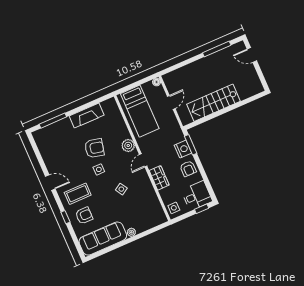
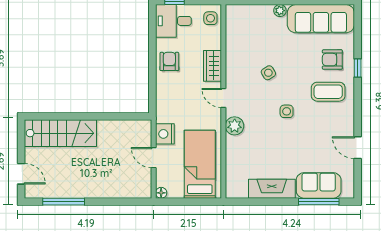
door: (171, 102) -> (154, 158), hinge flipped
stairs: (213, 103) -> (60, 133), moved
sofa: (58, 131) -> (319, 185), added
window: (191, 145) -> (152, 91), removed
armchair: (94, 148) -> (280, 142), removed
nightstand: (183, 149) -> (165, 134), moved
door: (143, 160) -> (223, 98), swing flipped
door: (50, 183) -> (358, 148), moved

